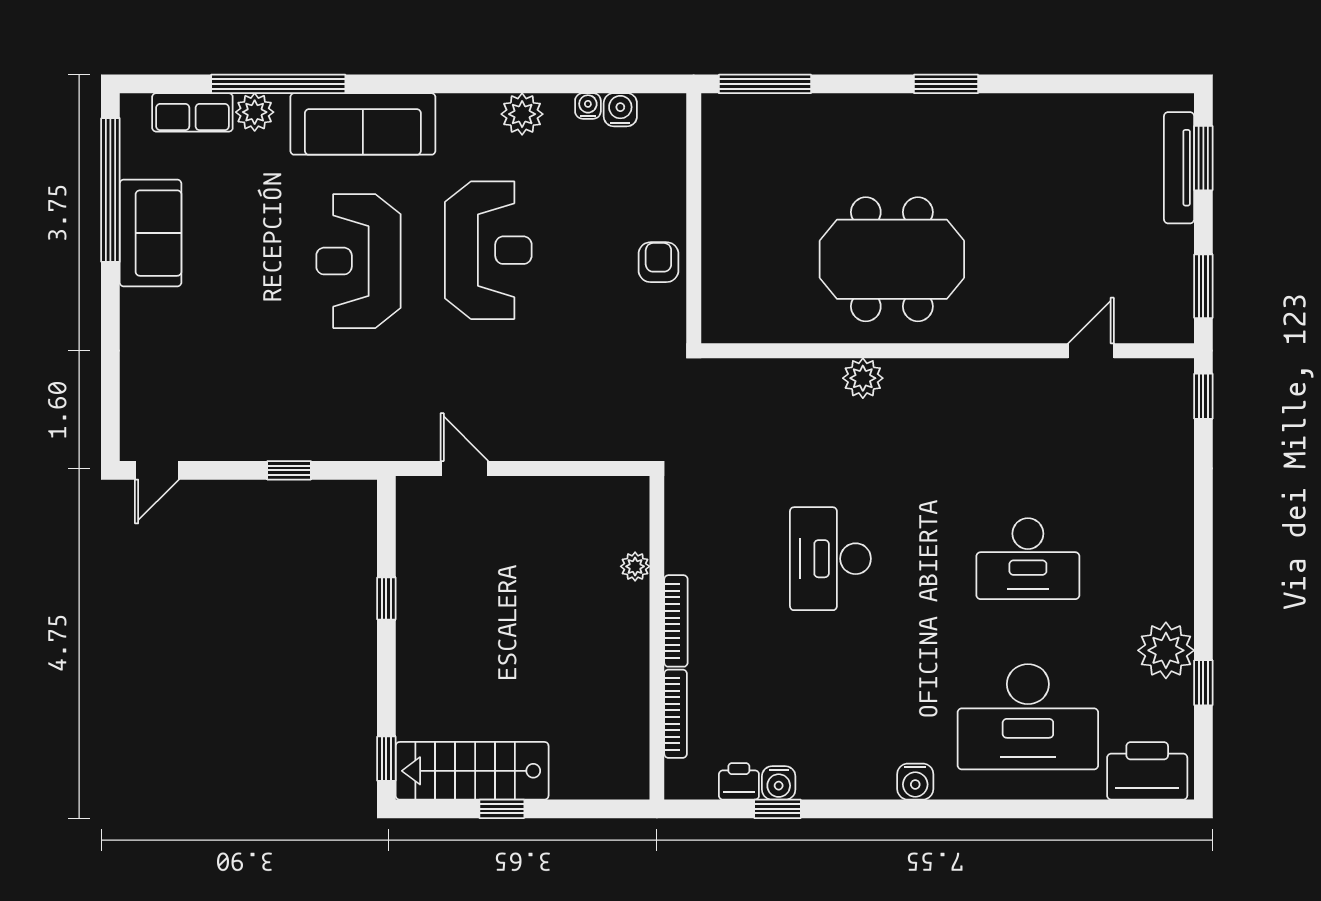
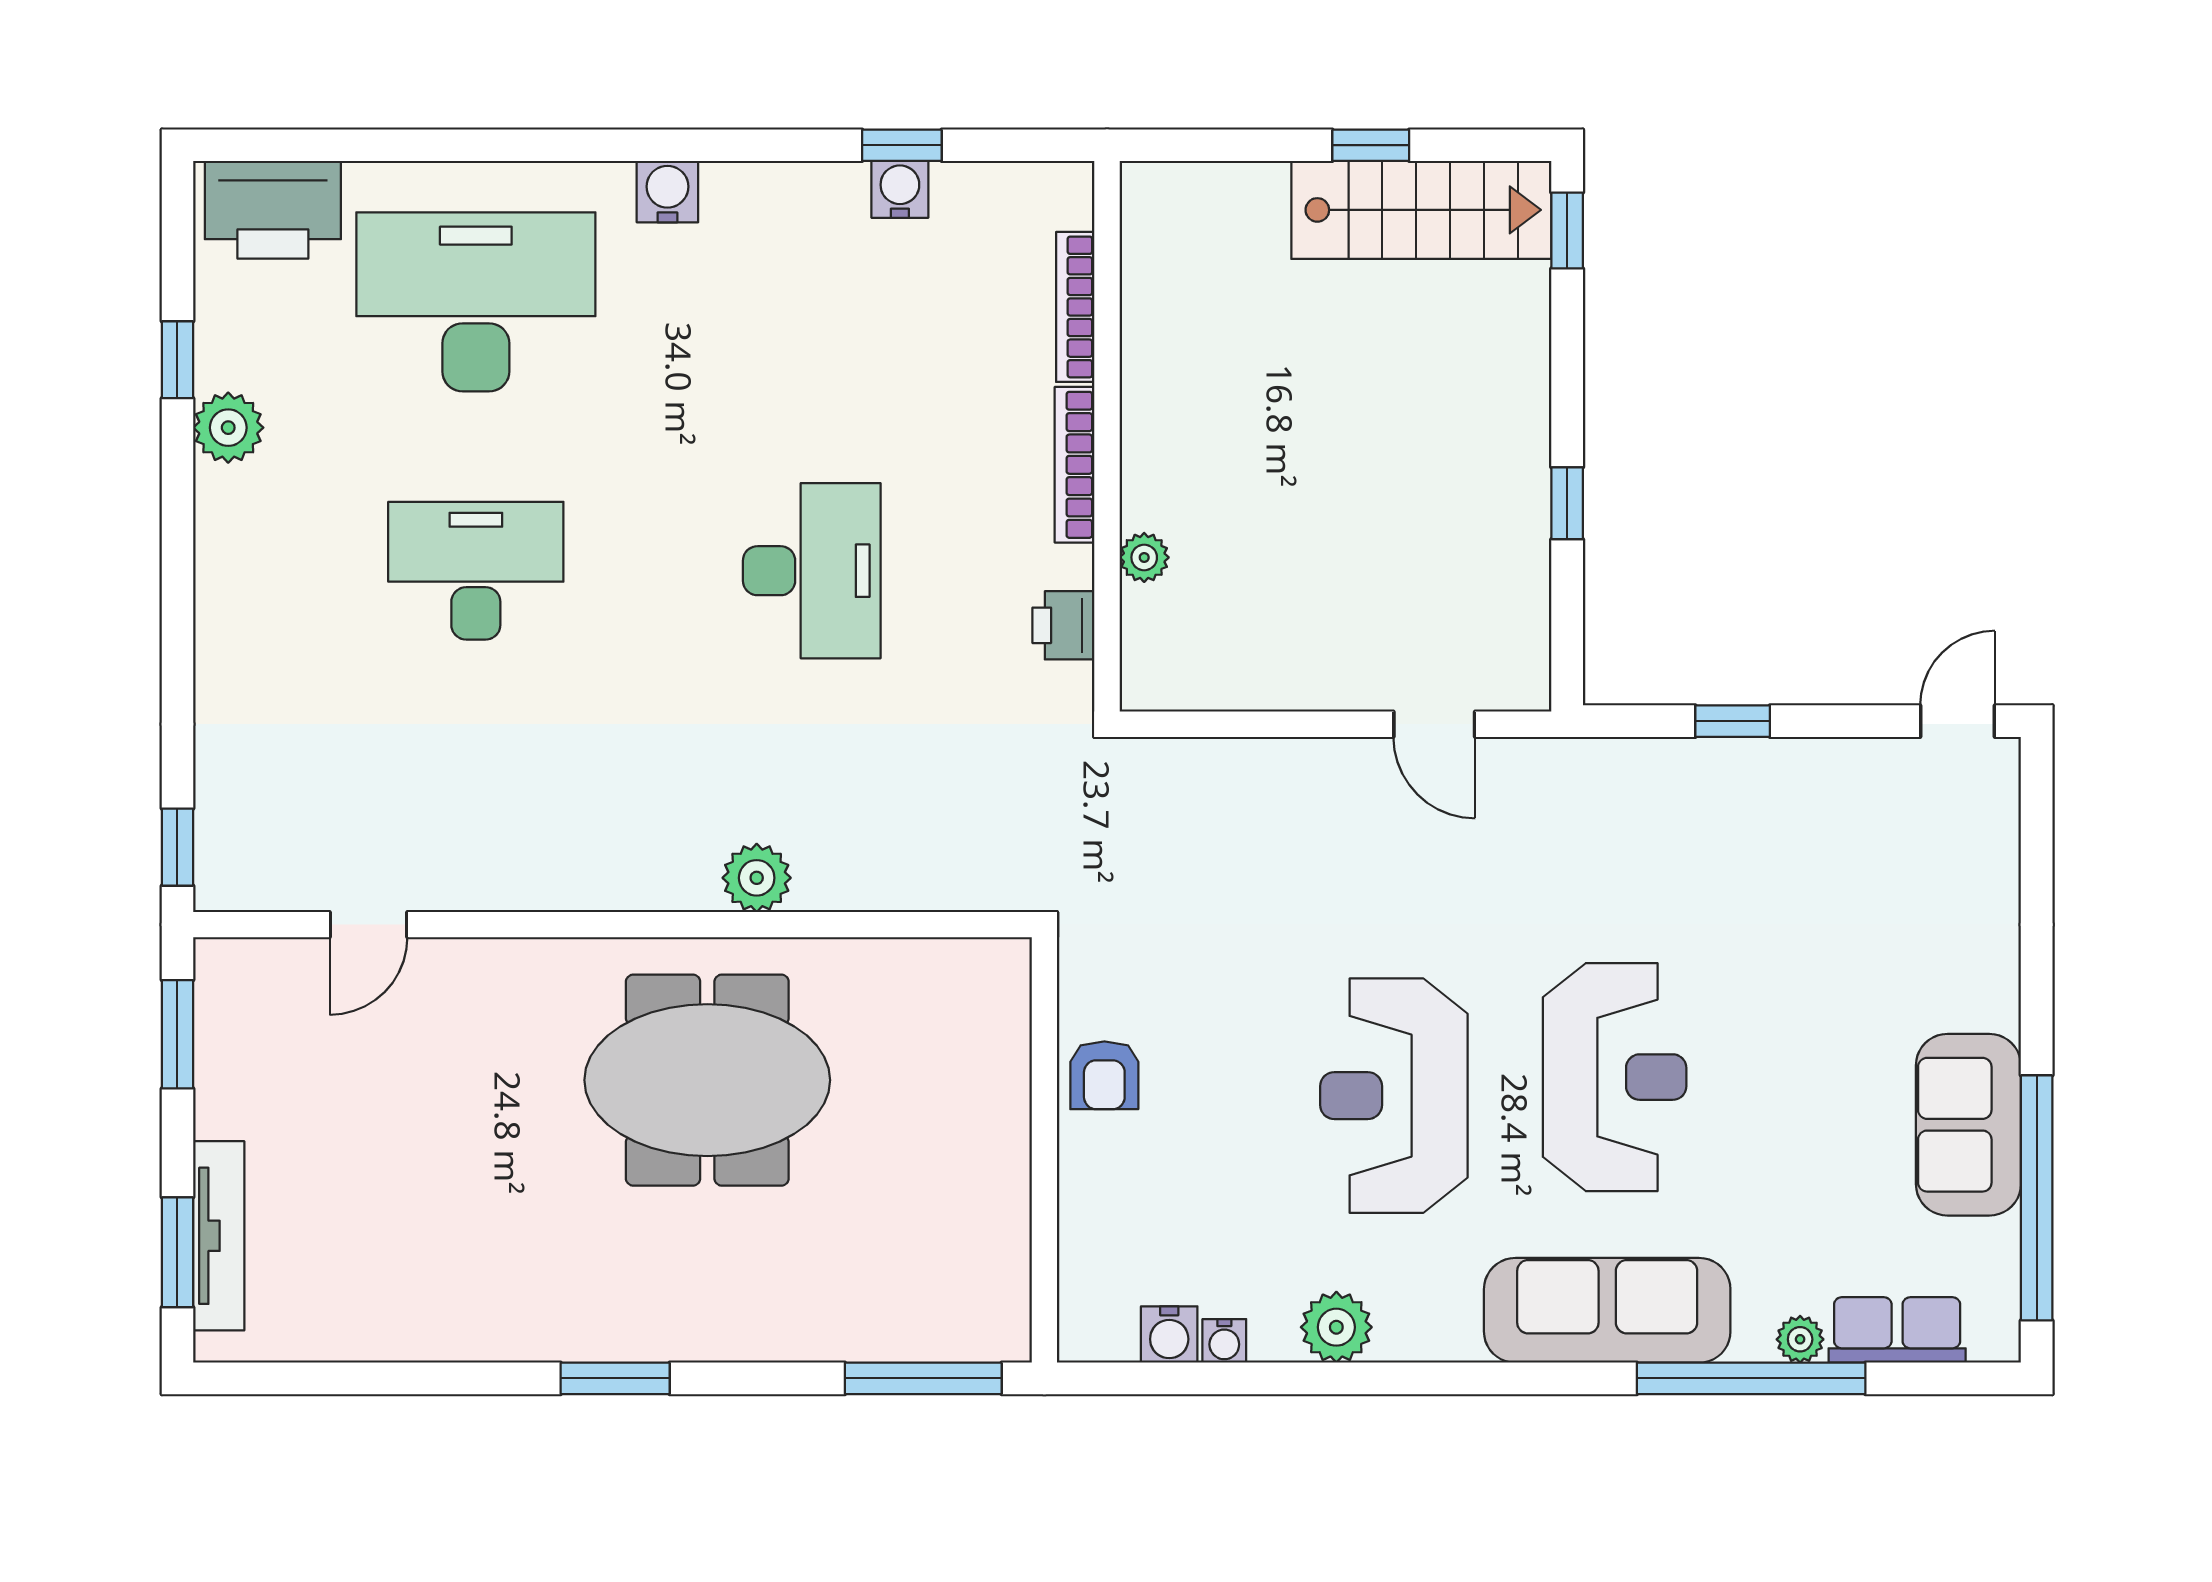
plant: (255, 112) -> (1800, 1339), width x0.73, depth x0.73
plant: (1166, 650) -> (228, 428), width x0.73, depth x0.73
printer: (739, 781) -> (1063, 625), moved, turned 90

